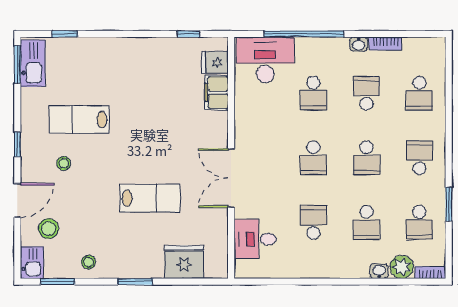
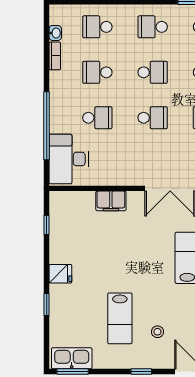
window: (65, 34) -> (47, 304), moved
washbasin: (359, 44) -> (55, 33), moved
fridge: (215, 62) -> (60, 274), moved, turned -90
filing cabinet: (216, 93) -> (111, 201), moved
school desk: (419, 93) -> (97, 27), turned 180

